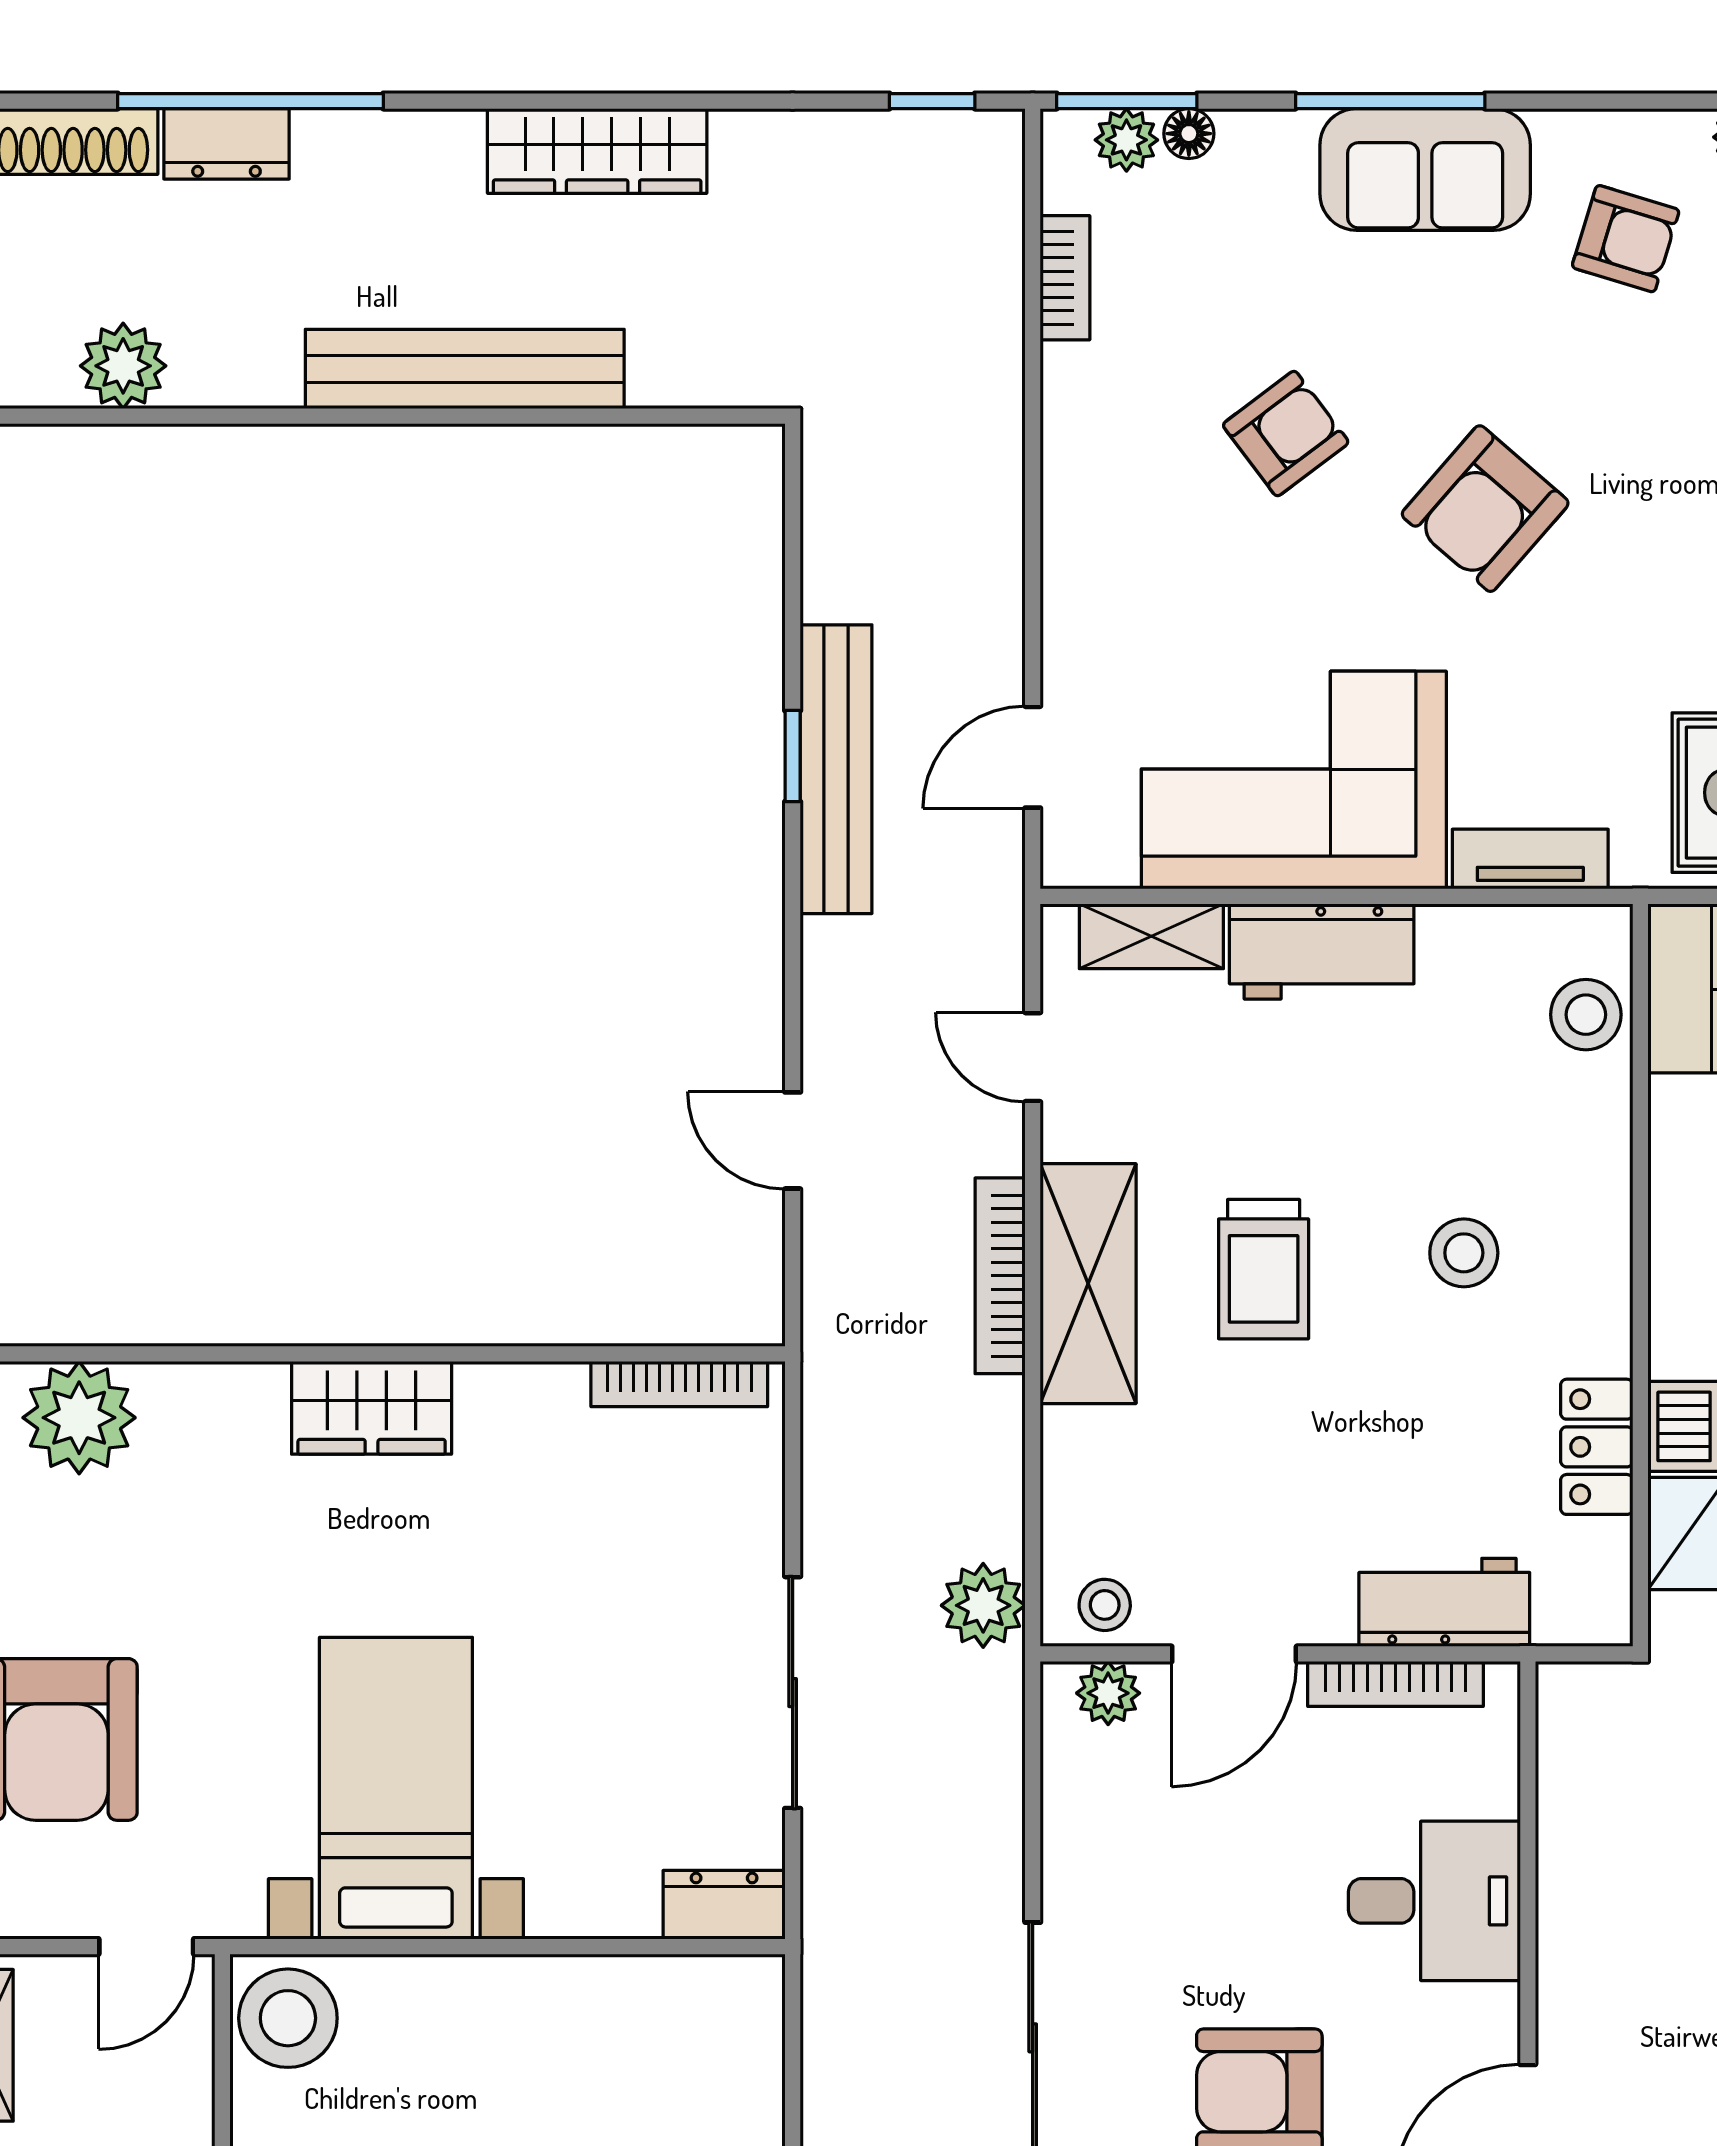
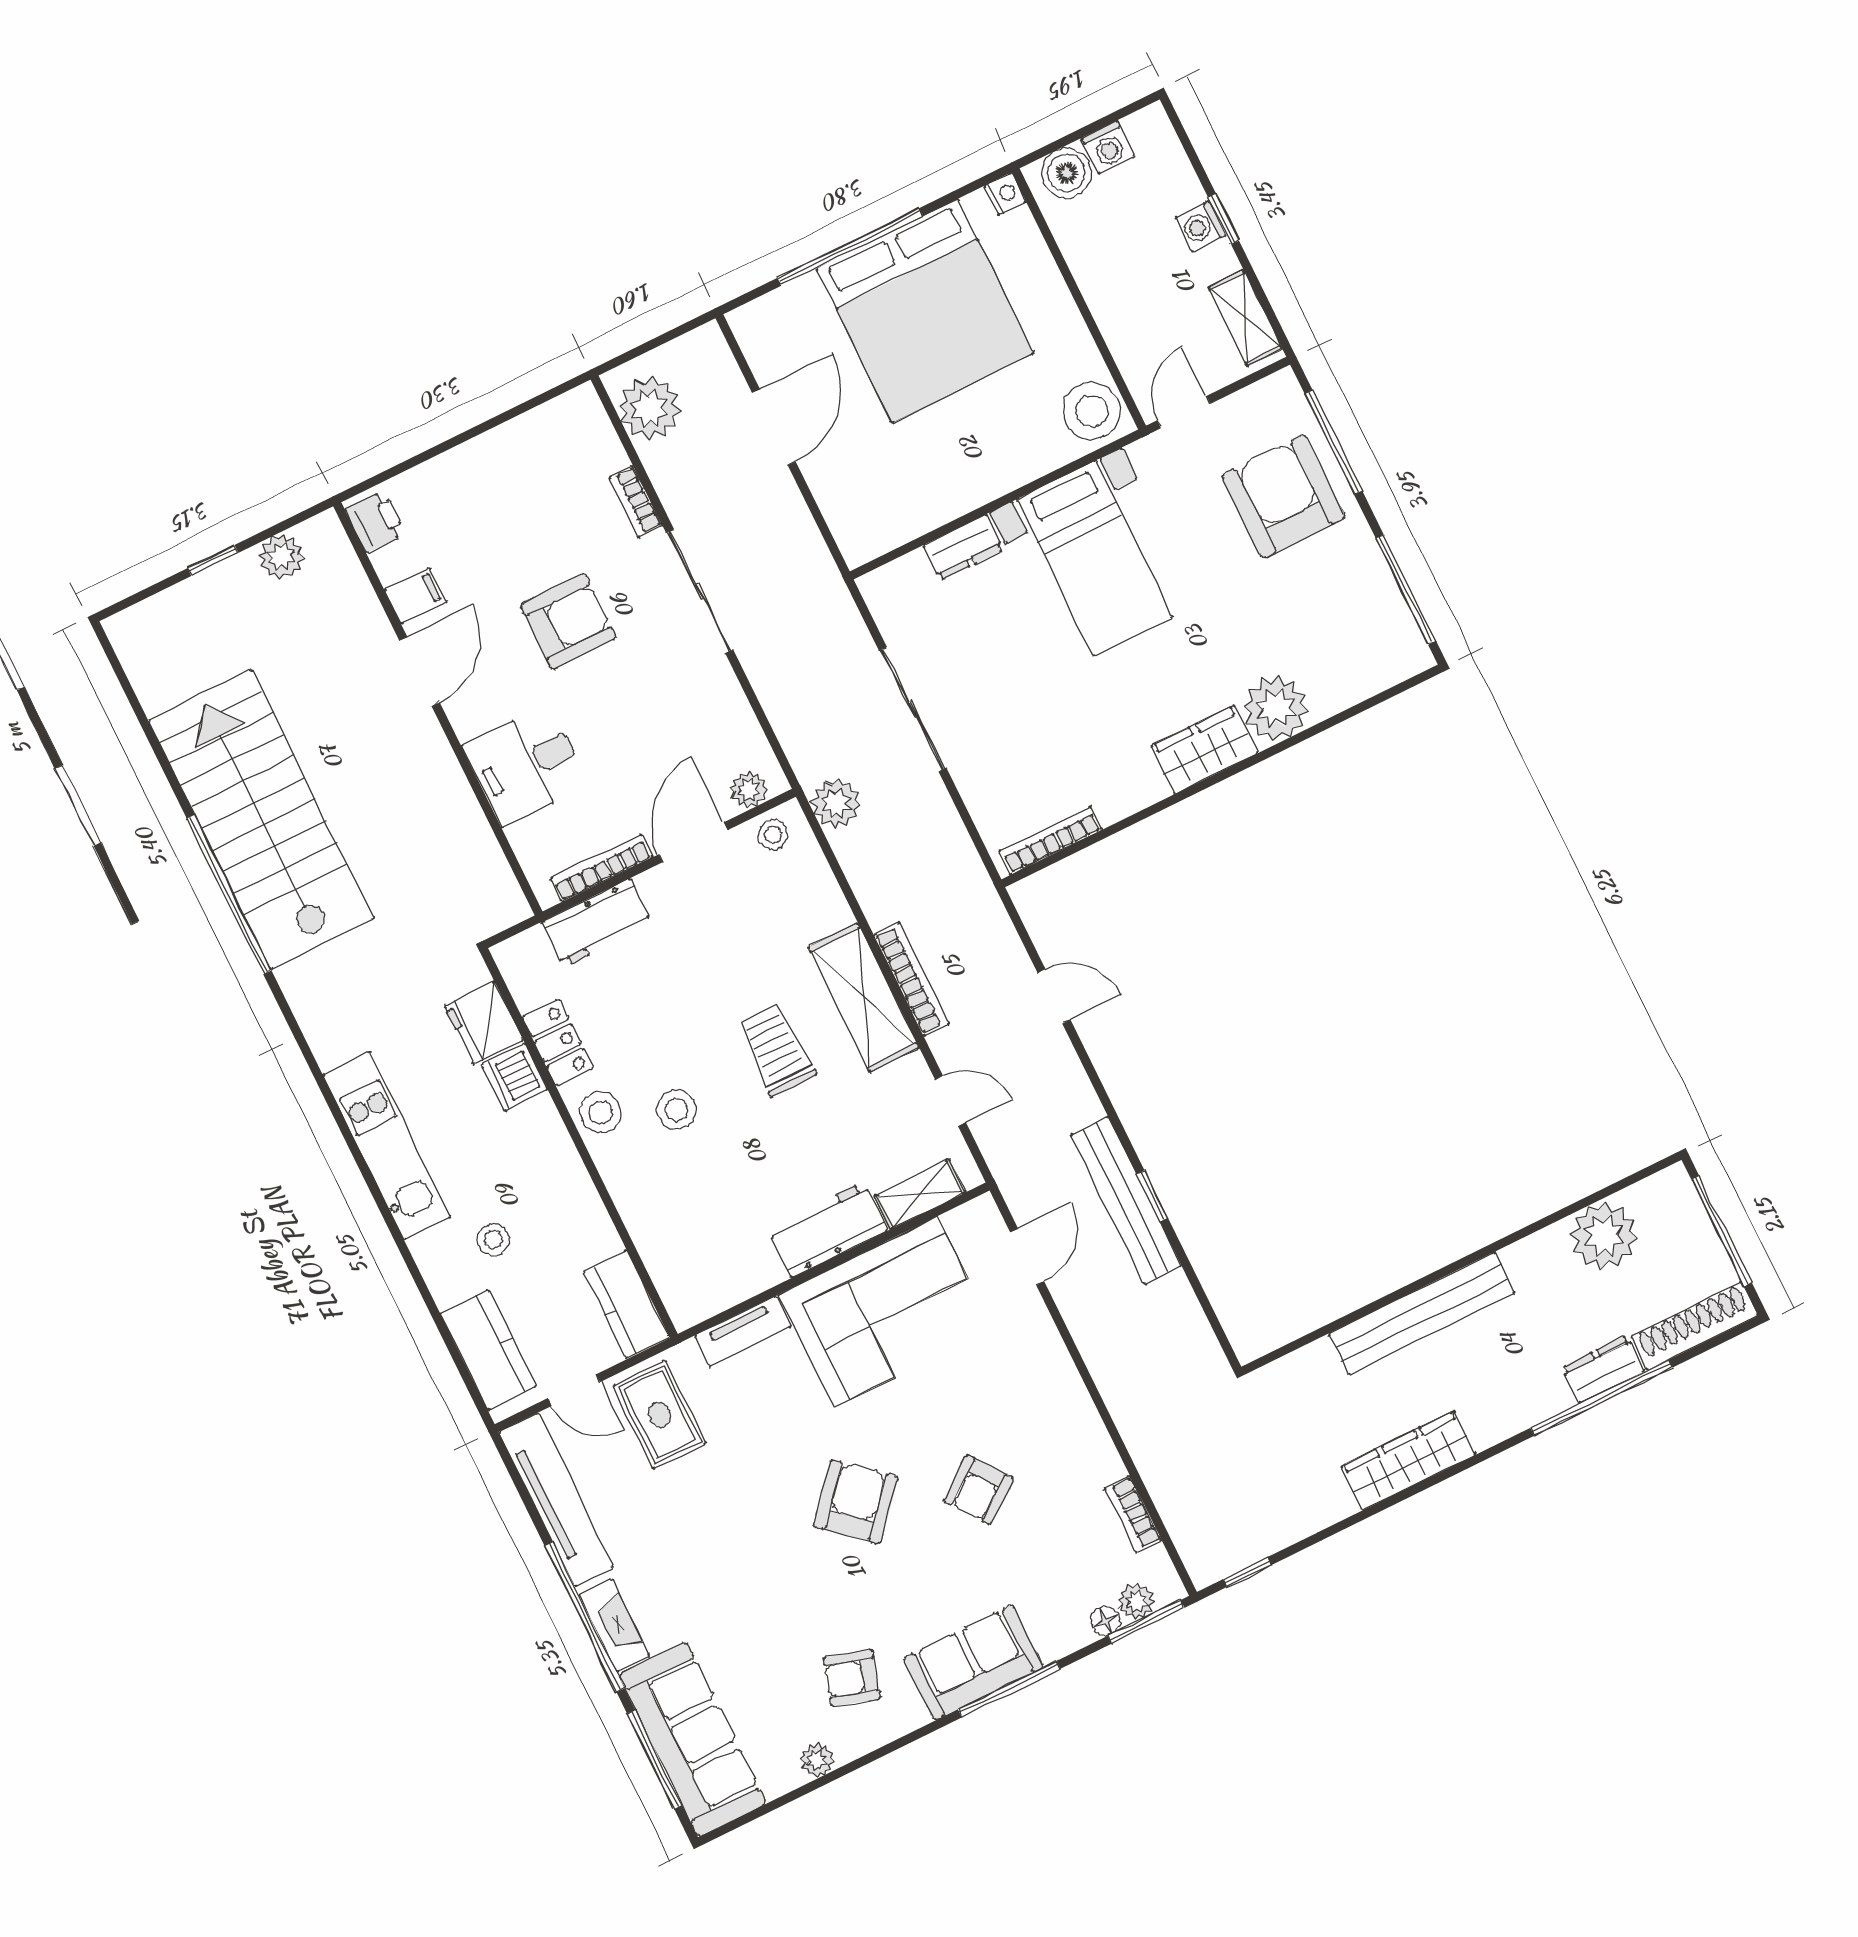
plant: (123, 366) -> (1604, 1236), width x1.36, depth x1.36
stool: (1586, 1015) -> (601, 1112), moved
plant: (79, 1418) -> (1276, 708), moved
dresser: (724, 1905) -> (964, 547), moved

